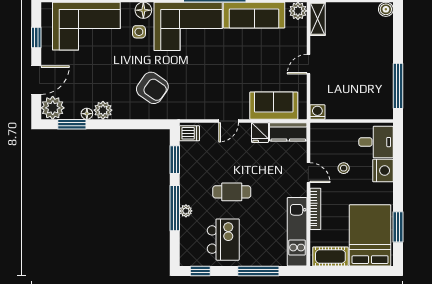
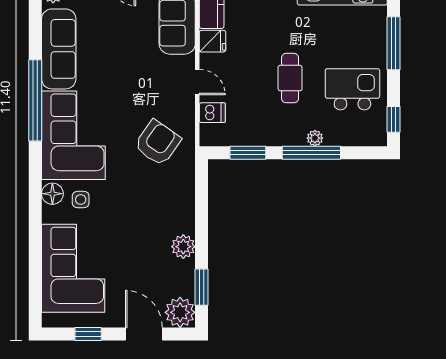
armchair: (152, 88) -> (158, 143), moved
floor lamp: (87, 114) -> (188, 268), removed
dishwasher: (189, 133) -> (212, 113), moved, turned 90

